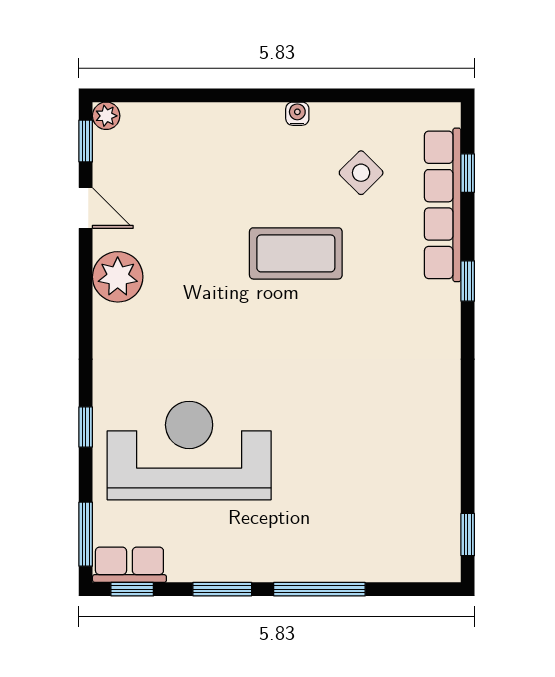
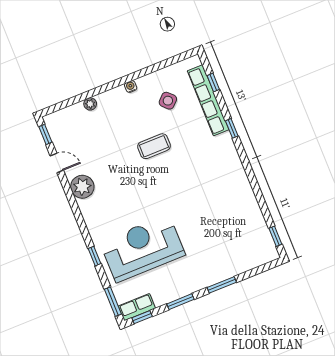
plant: (106, 116) -> (90, 104), moved
coffee table: (296, 253) -> (154, 146), width x0.73, depth x0.76
window: (319, 589) -> (222, 285), width x0.69

